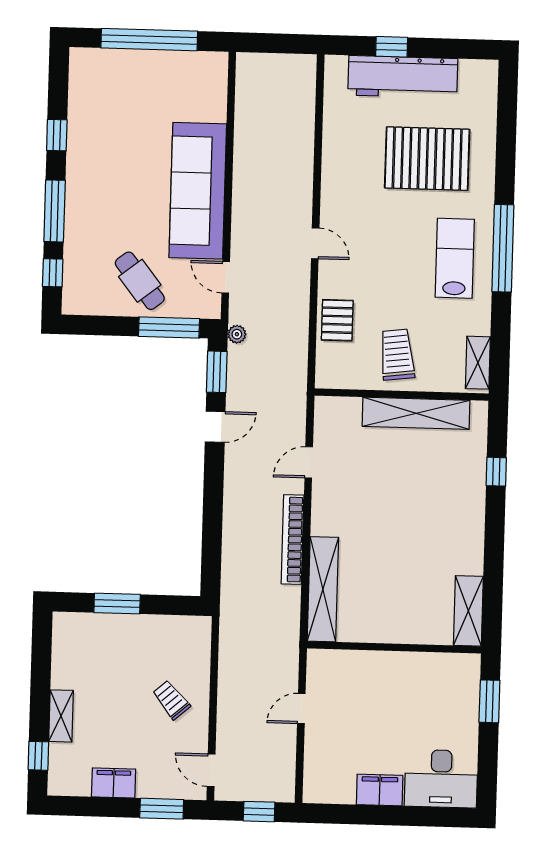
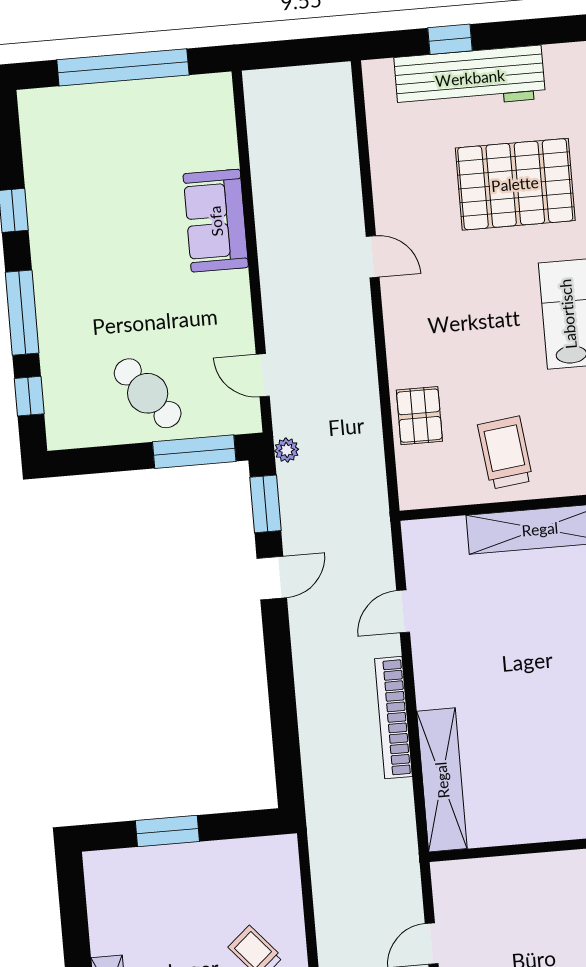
sofa: (198, 191) -> (216, 221), width x0.54, depth x0.79
door: (315, 243) -> (373, 257), moved

